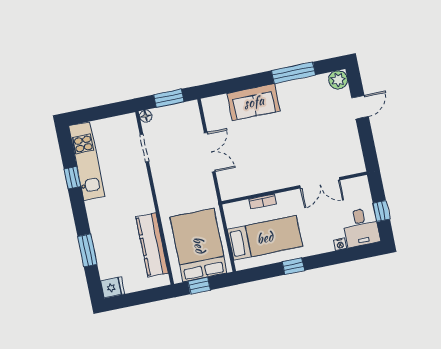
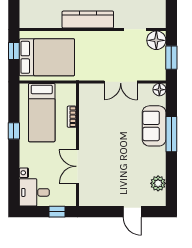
window: (293, 73) -> (171, 134), moved
plant: (338, 80) -> (158, 183), moved
floor lamp: (209, 105) -> (159, 90), added
floor lamp: (146, 116) -> (156, 40), width x1.89, depth x1.89
window: (381, 211) -> (57, 212), moved
kitchen counter: (152, 245) -> (88, 20), moved

